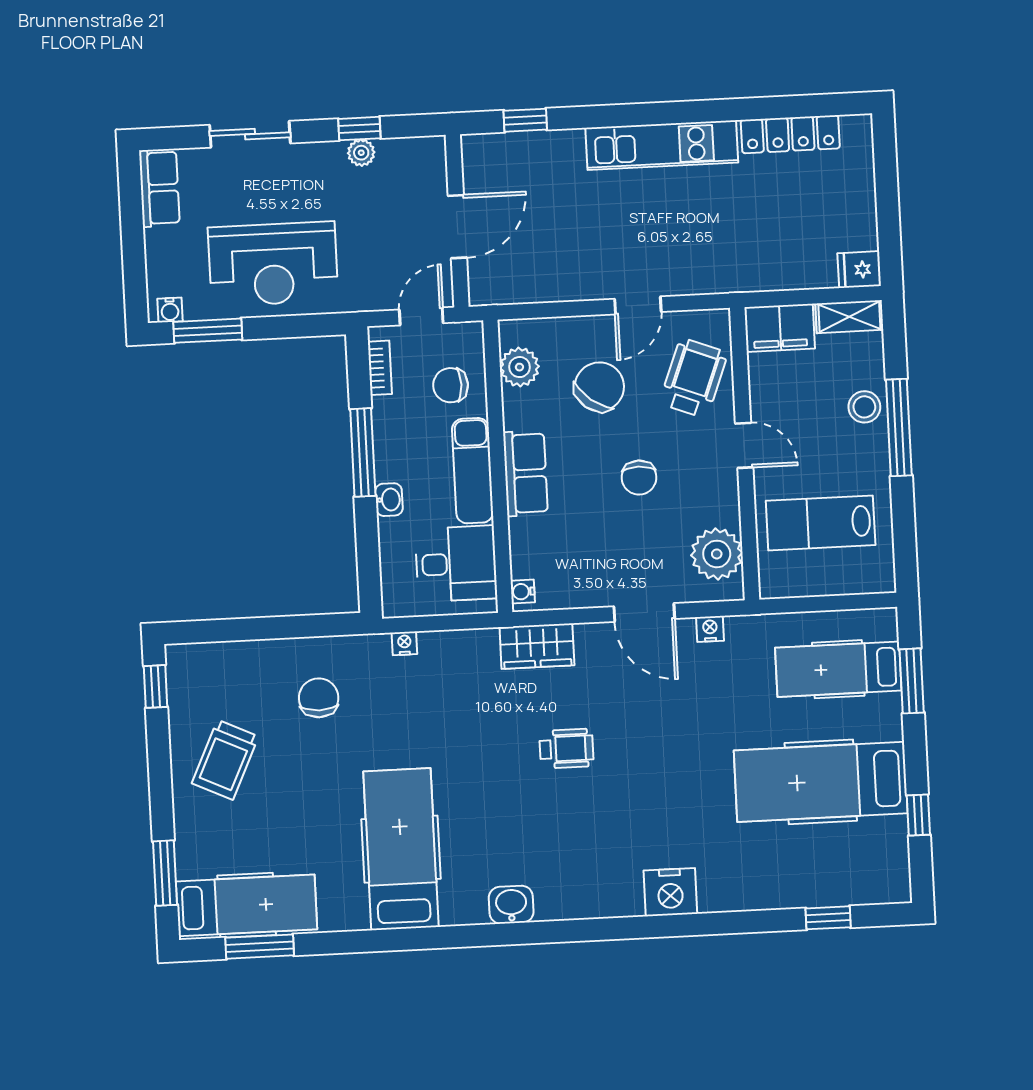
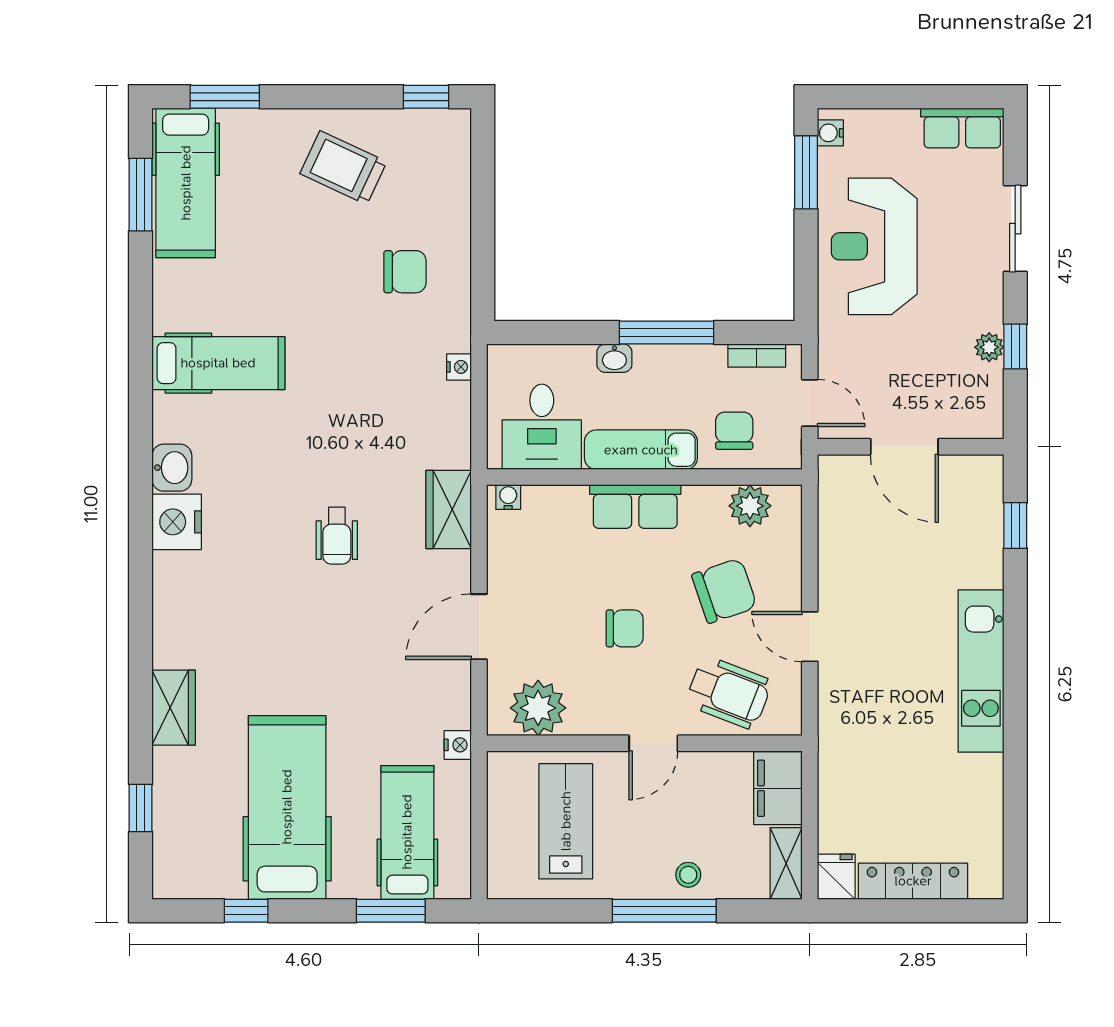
locker: (790, 134) -> (913, 881), moved, turned 90
chair: (599, 387) -> (724, 591), turned -56
stool: (864, 407) -> (688, 875), width x0.73, depth x0.73
chair: (639, 478) -> (625, 628), turned 180
nightstand: (710, 629) -> (458, 745), moved
hospital bed: (401, 849) -> (218, 363), width x0.73, depth x0.78
nightstand: (670, 892) -> (177, 522), moved
wardrobe: (734, 892) -> (174, 708), added

